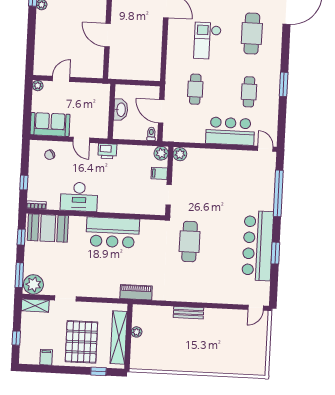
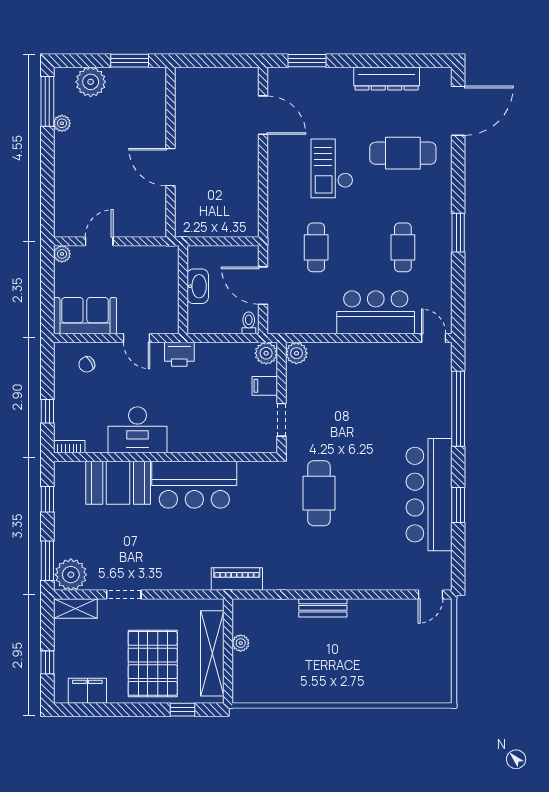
cafe table: (252, 34) -> (403, 153), turned 90
booth: (48, 228) -> (118, 483), moved
filing cabinet: (46, 357) -> (87, 691), width x2.00

